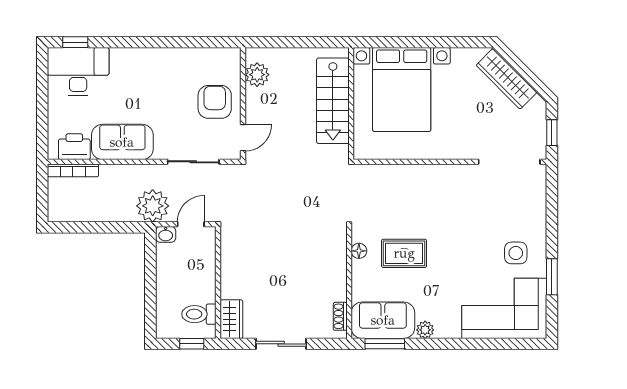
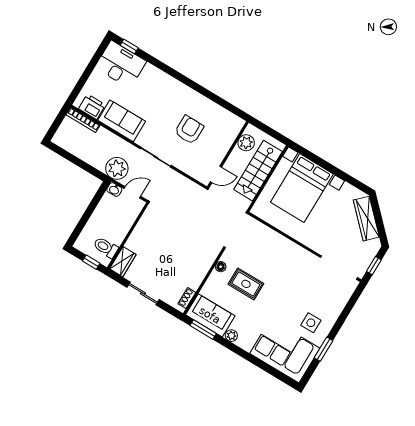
plant: (257, 75) -> (246, 143), moved
wall: (243, 104) -> (228, 155), moved
door: (243, 138) -> (216, 174), moved

